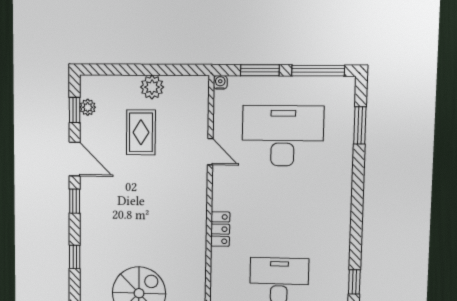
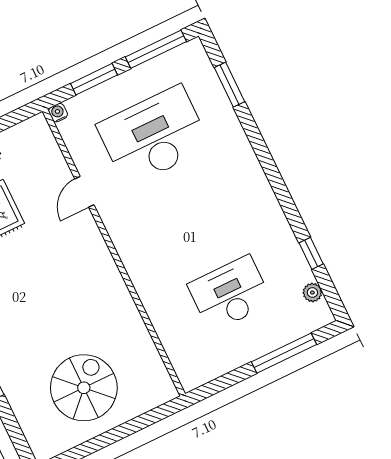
door: (210, 152) -> (84, 192), swing flipped
locker: (220, 229) -> (138, 270), removed

